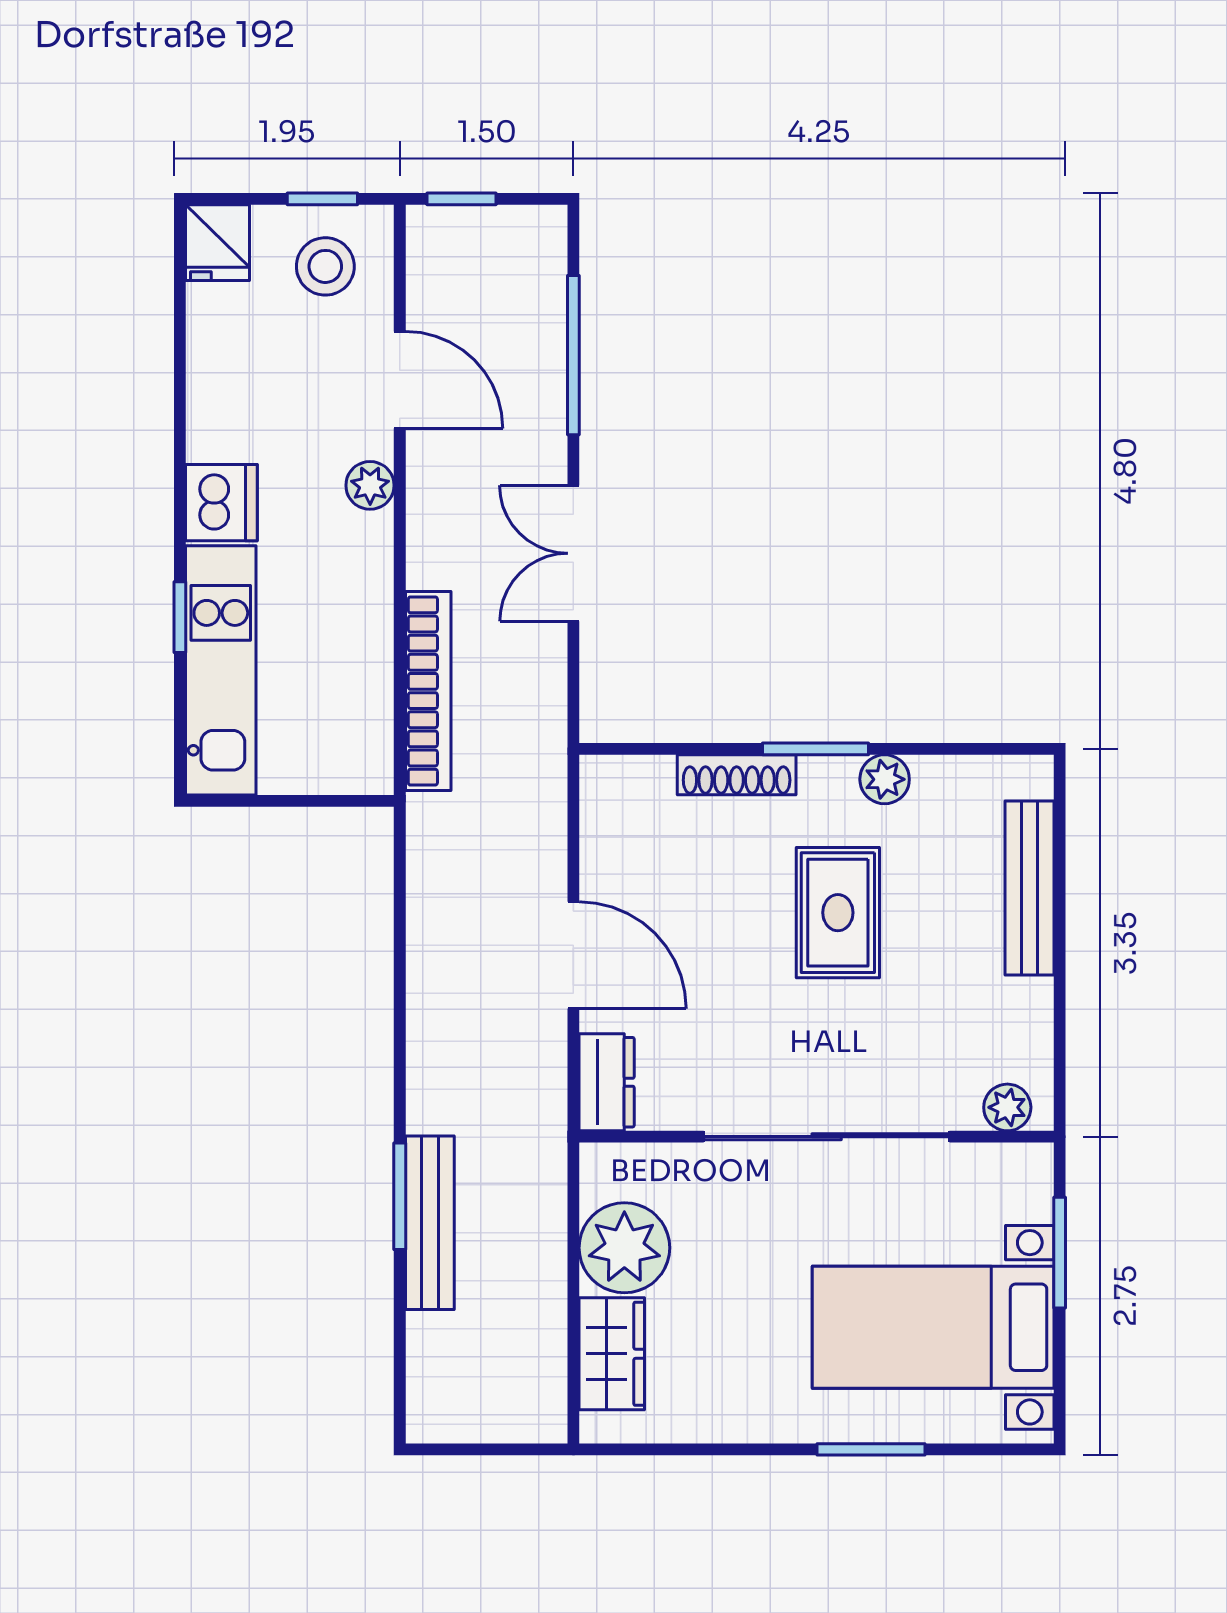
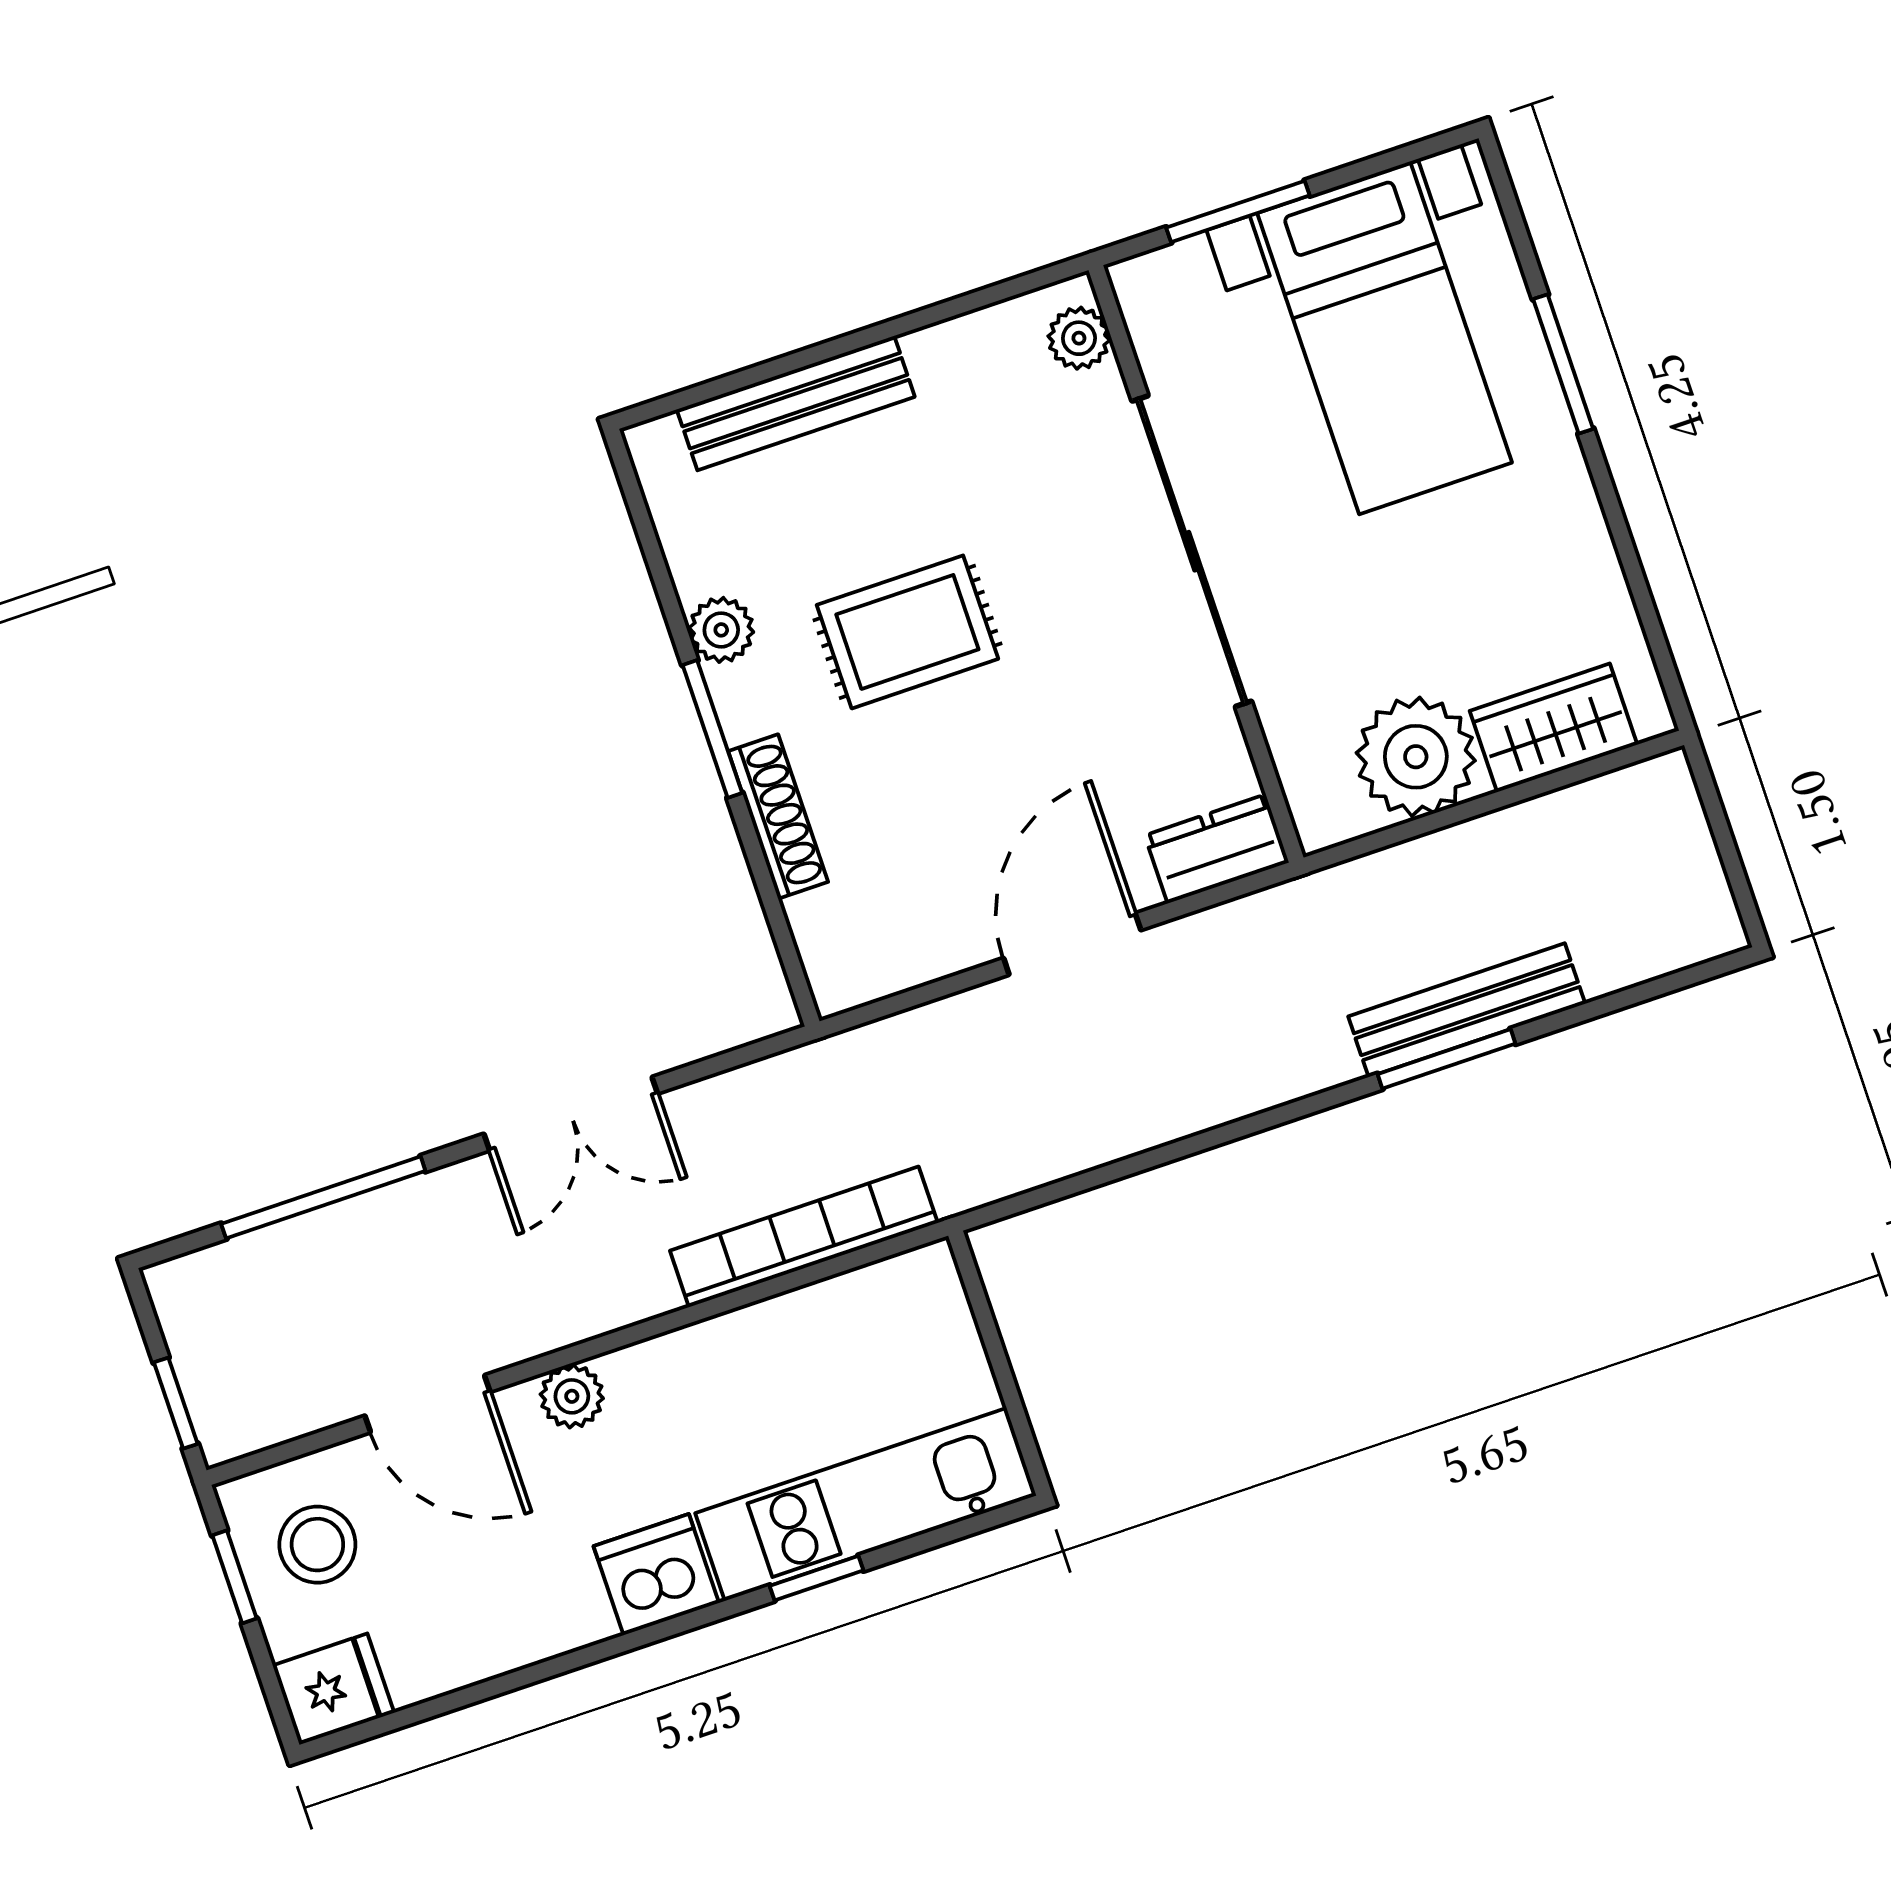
door: (400, 380) -> (428, 1404), swing flipped

